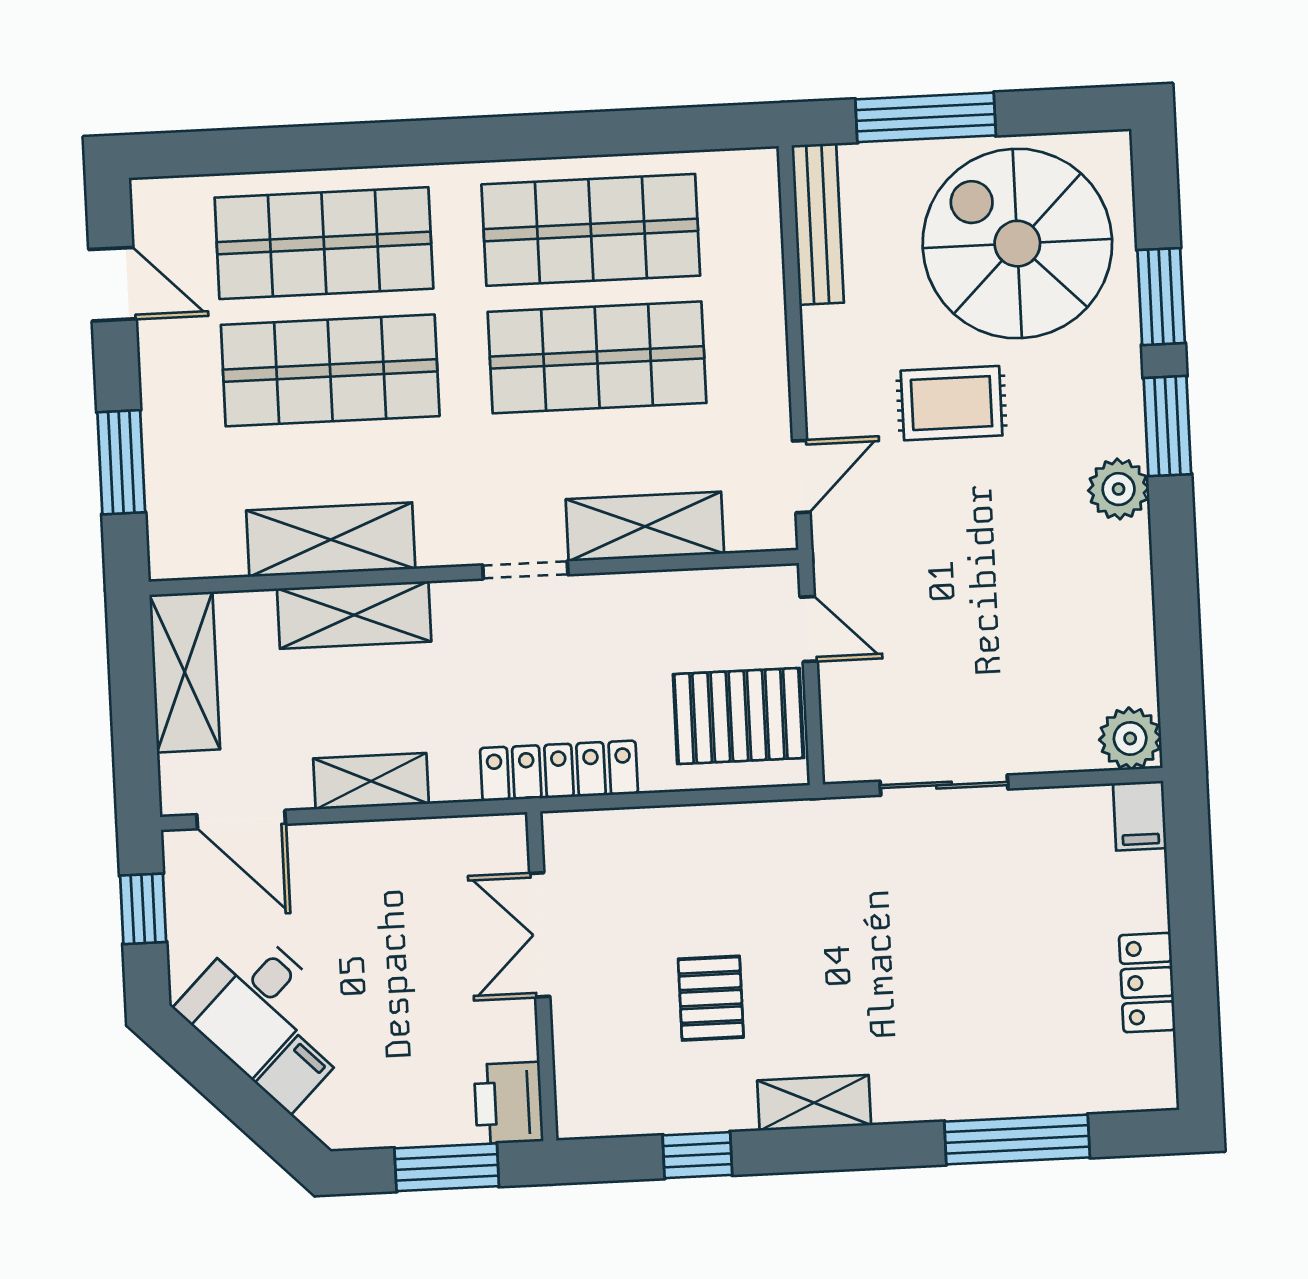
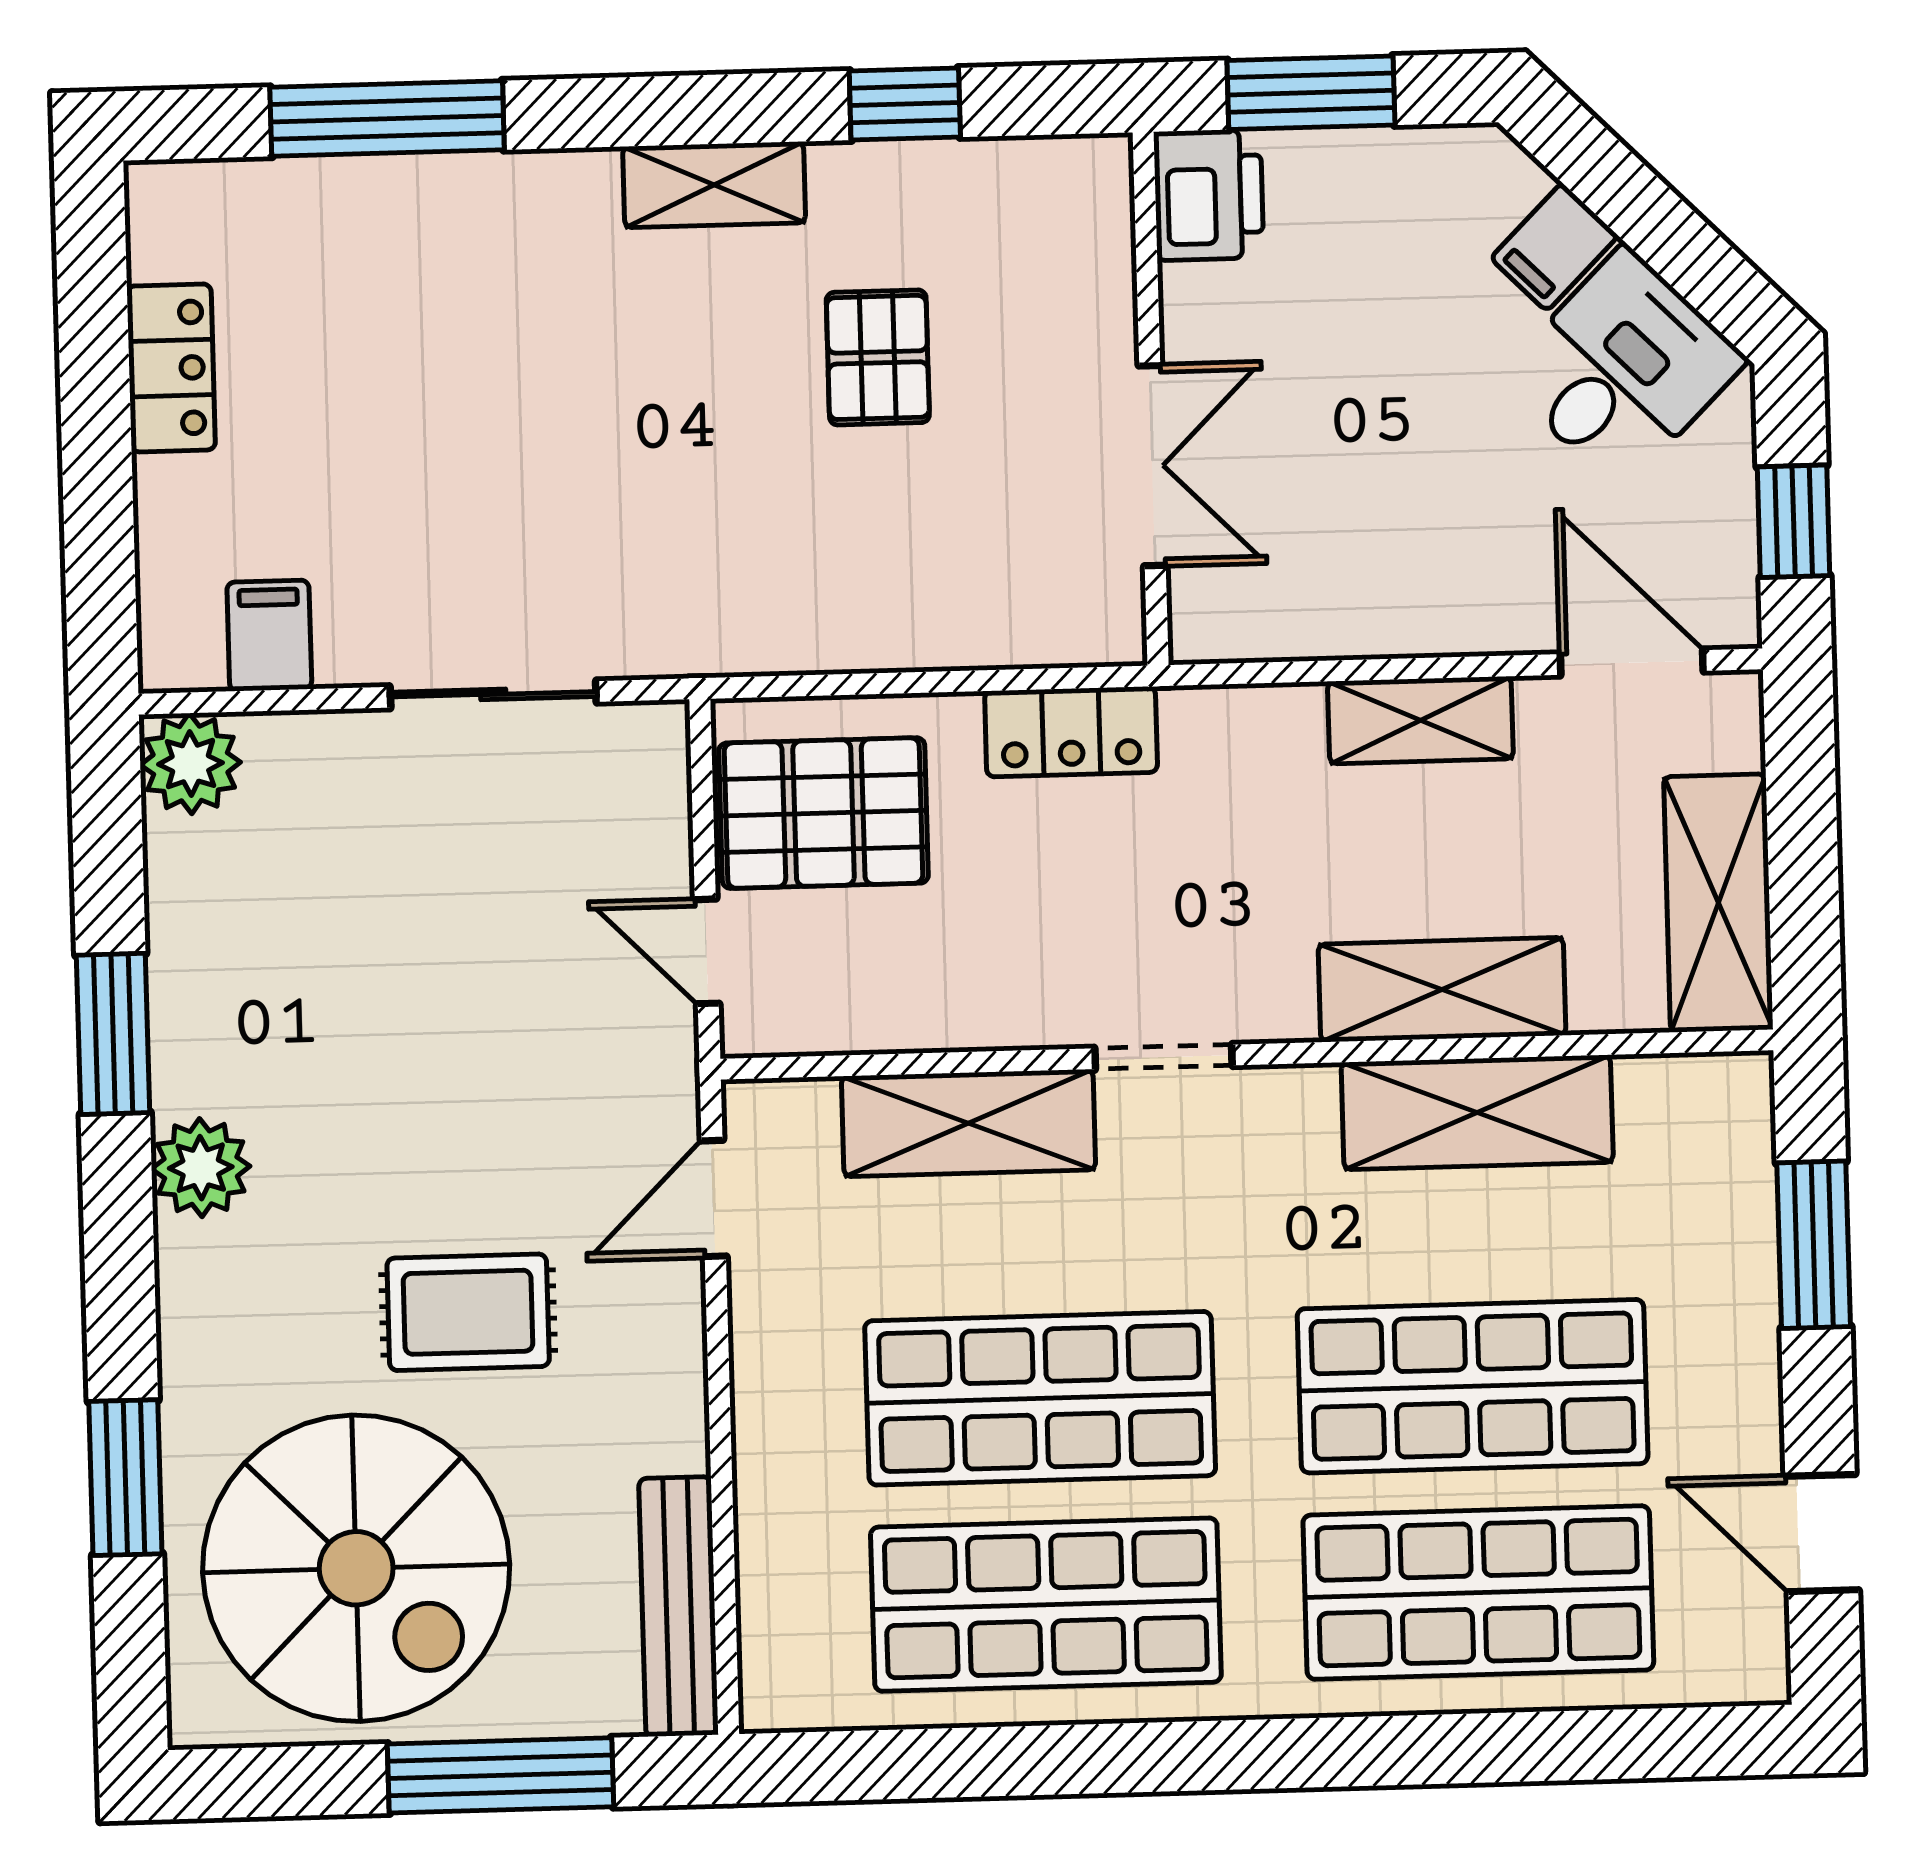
window: (1167, 426) -> (113, 1034), moved
locker: (559, 771) -> (1071, 732), width x0.66
filing cabinet: (1140, 816) -> (269, 636), moved

